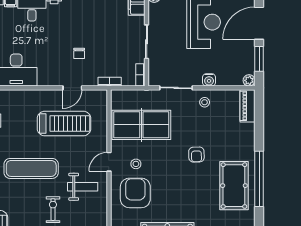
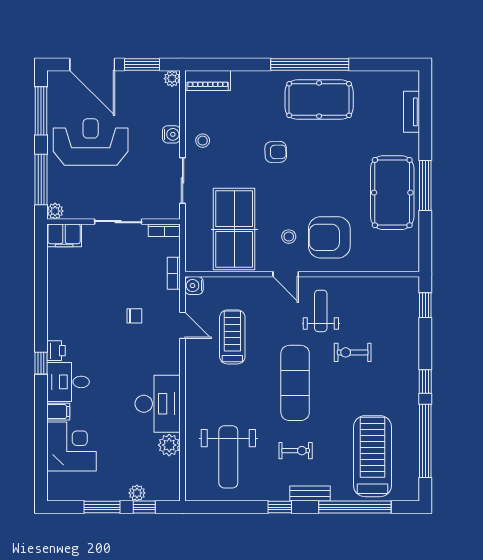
water cooler: (101, 96) -> (194, 286), added
treadmill: (64, 124) -> (232, 337), width x0.73, depth x0.73

